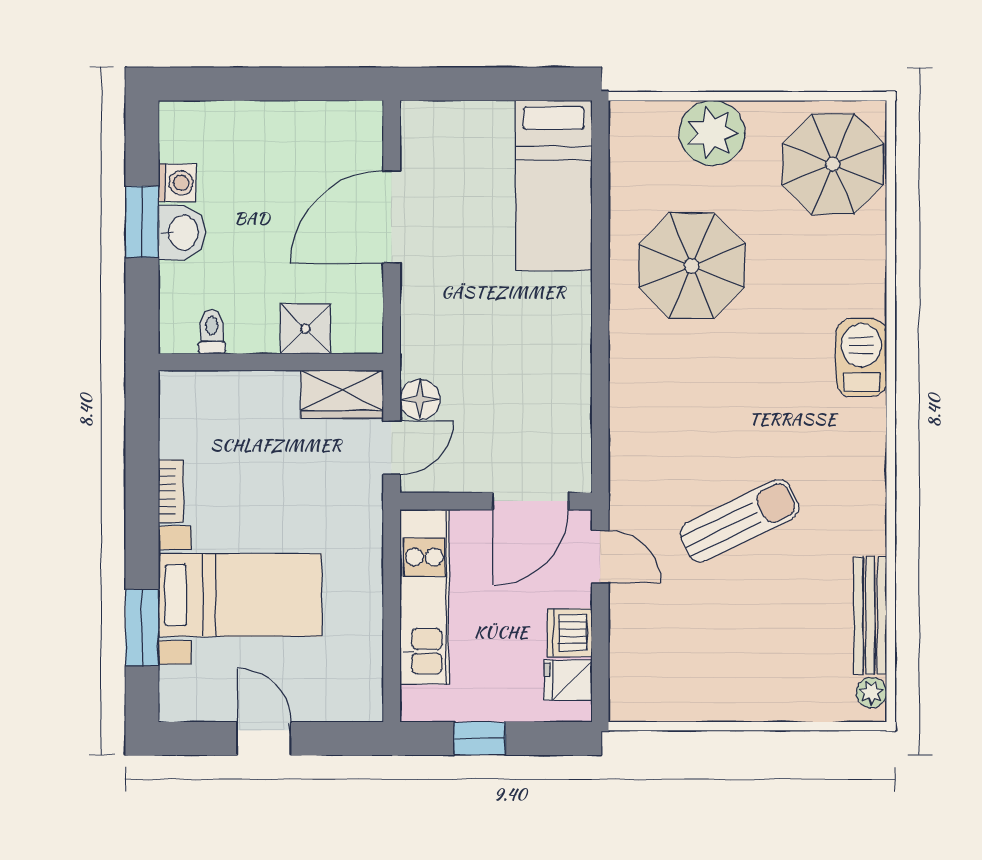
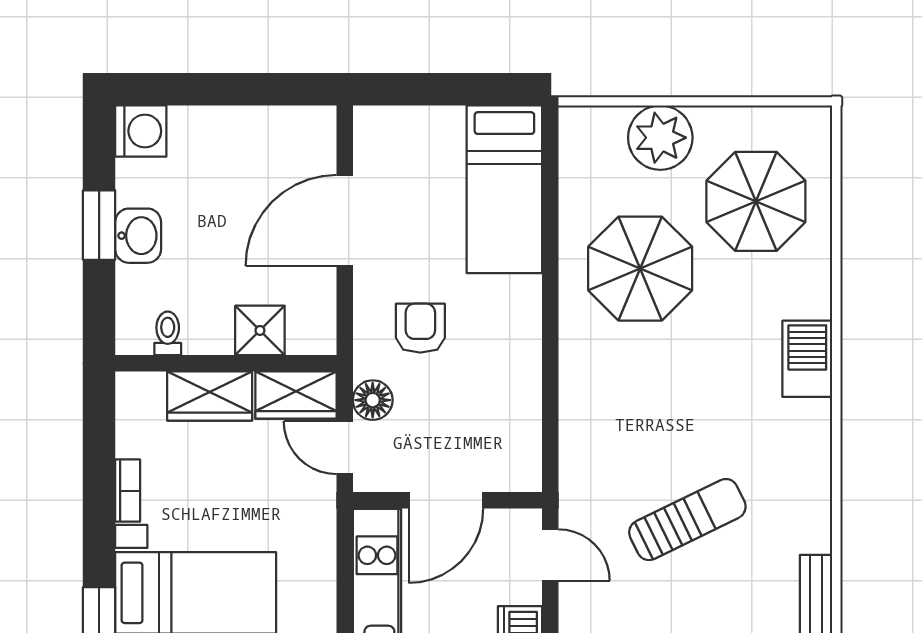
parasol: (833, 164) -> (756, 201), moved
washing machine: (177, 183) -> (141, 131), moved, width x1.38, depth x1.38
armchair: (468, 326) -> (420, 328), added
wardrobe: (254, 395) -> (210, 396), added
door: (392, 448) -> (345, 448), swing flipped
door: (531, 501) -> (446, 500), moved

